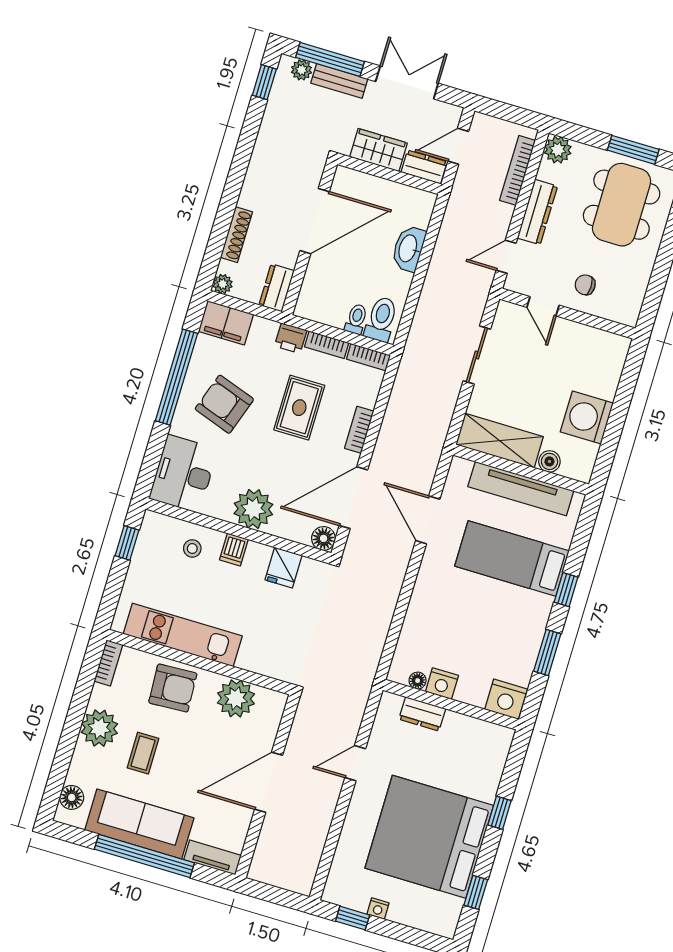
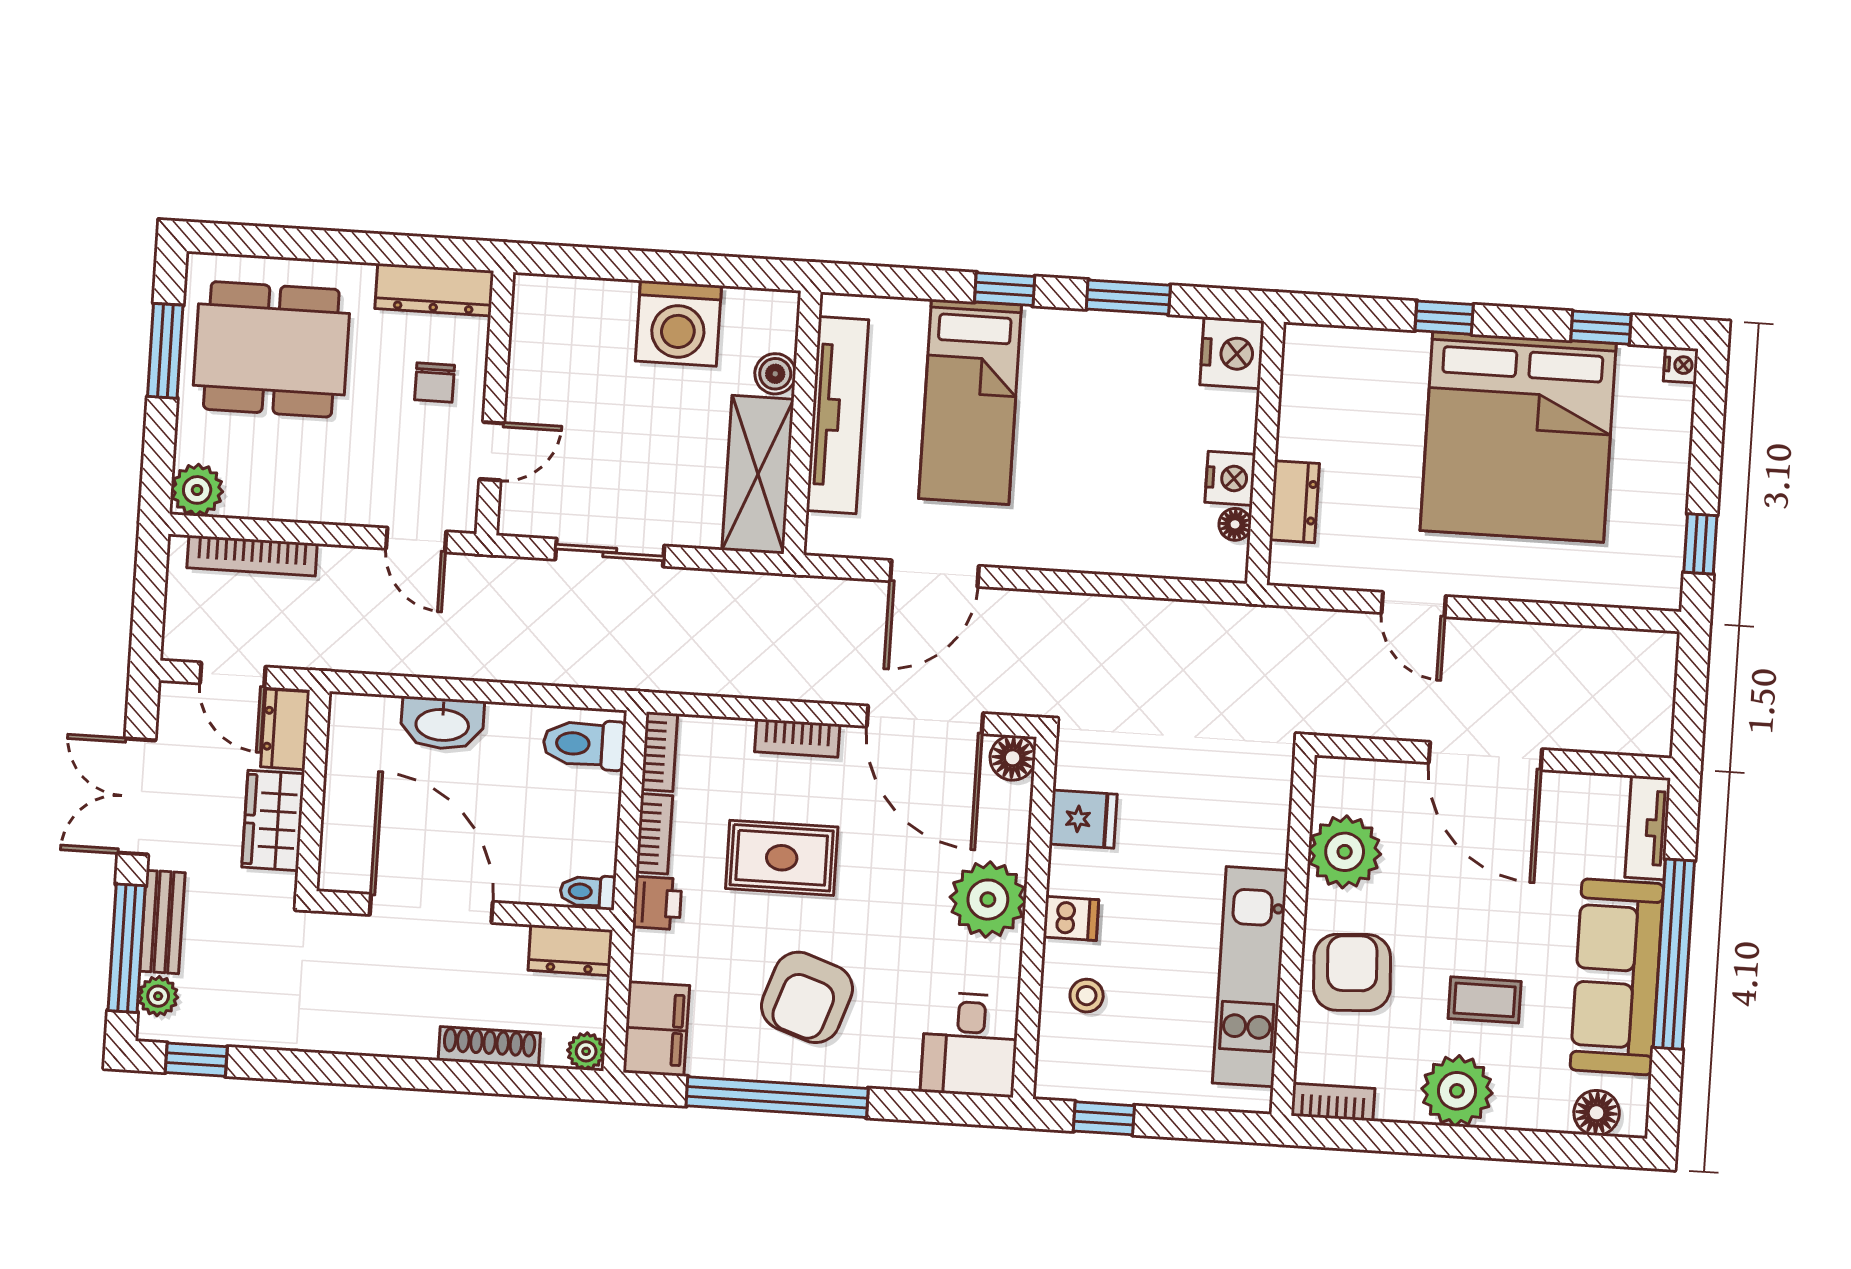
dresser: (537, 212) -> (434, 290), moved, turned 180
toilet: (356, 319) -> (588, 892), moved
desk: (183, 474) -> (970, 1045), width x0.73
nightstand: (378, 909) -> (1681, 365), moved

